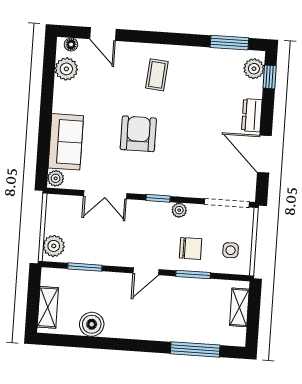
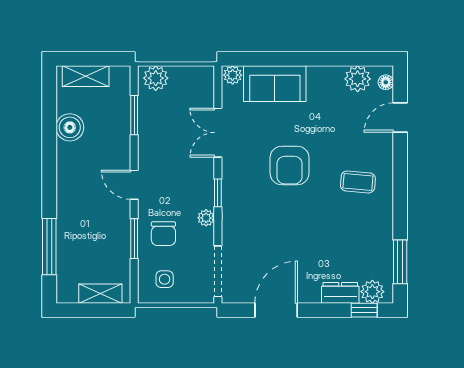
dresser: (252, 115) -> (340, 293), moved
armchair: (138, 134) -> (290, 165), turned 90

